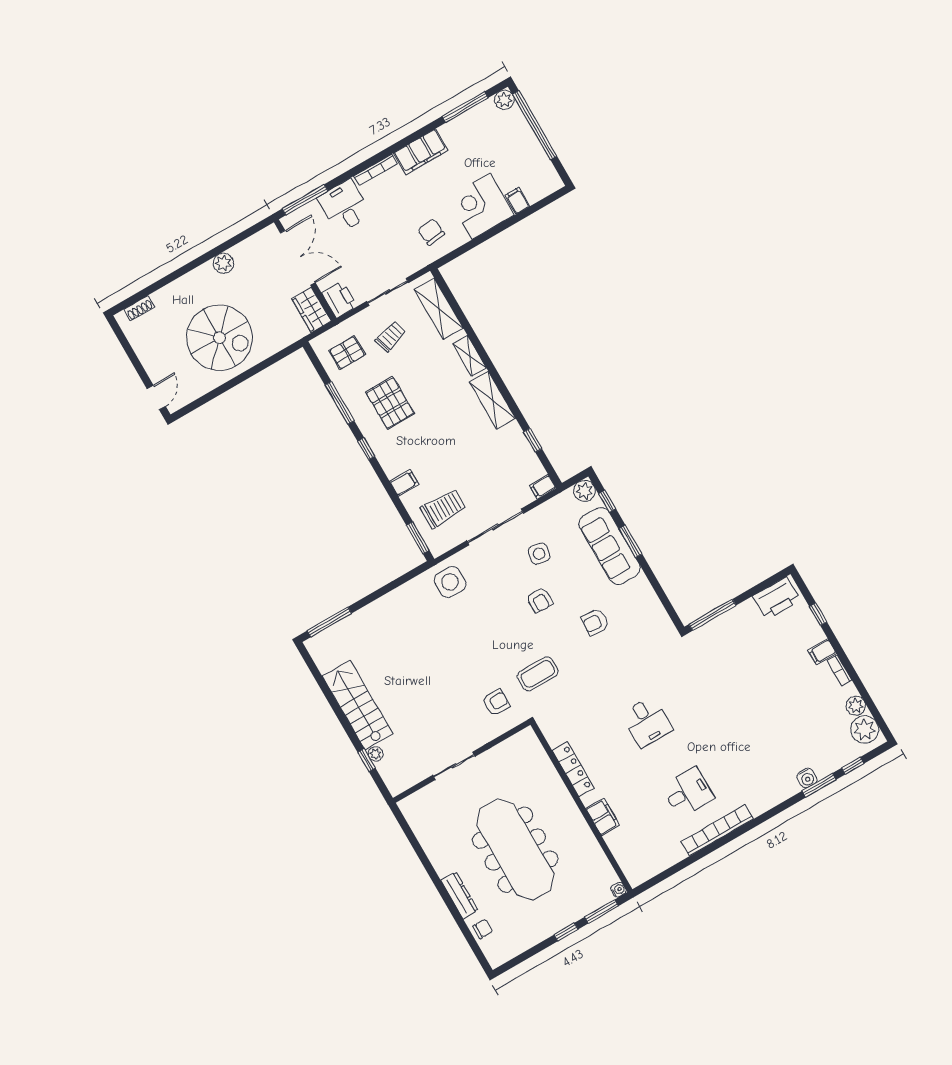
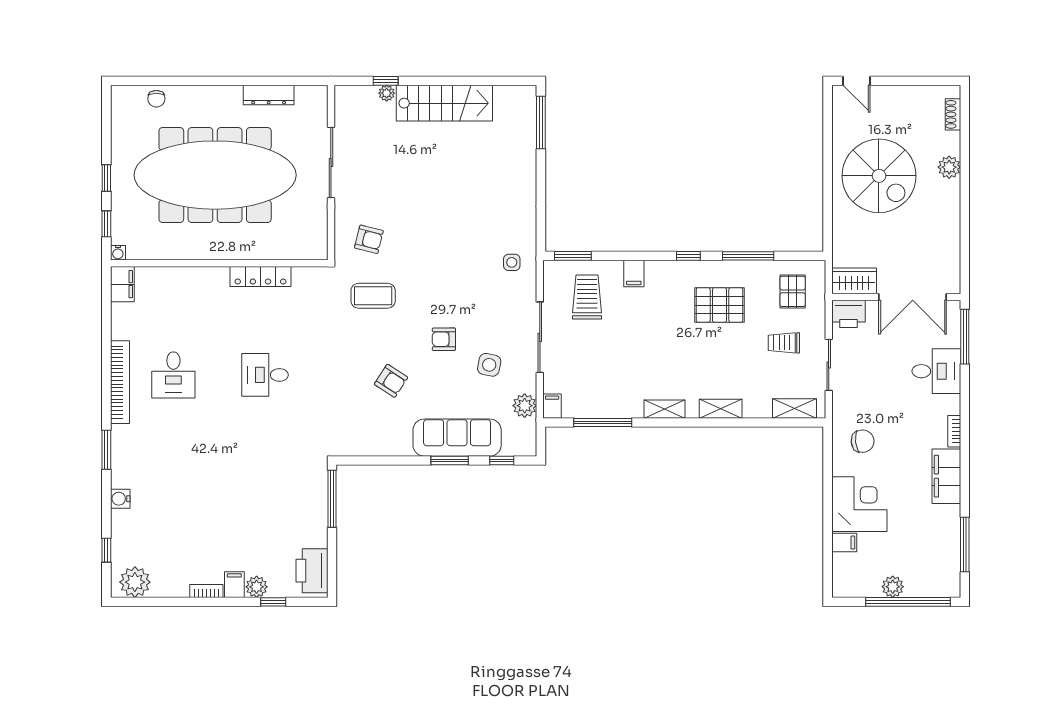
plant: (504, 100) -> (893, 587), moved
bookcase: (376, 170) -> (954, 431), width x0.64
plant: (223, 263) -> (949, 167), moved
shelving: (439, 309) -> (795, 409), width x0.67, depth x0.75
trolley: (391, 336) -> (784, 343), turned 107
spiral stairs: (219, 338) -> (879, 176), turned -90
shelving: (493, 400) -> (664, 409), width x0.67, depth x0.75
window: (533, 440) -> (603, 423), width x2.17
plant: (584, 491) -> (525, 406), moved
trolley: (443, 508) -> (587, 297), turned 180
side table: (450, 582) -> (512, 262), width x0.54, depth x0.54
armchair: (595, 622) -> (391, 381), turned 119
coffee table: (538, 674) -> (373, 296), turned 90
armchair: (496, 702) -> (369, 239), turned -76
plant: (856, 706) -> (257, 587), moved
sliding door: (454, 766) -> (331, 163), width x1.37
window: (819, 785) -> (106, 450), moved
filing cabinet: (603, 817) -> (122, 284), moved, turned -90
meeting table: (515, 850) -> (215, 175), width x1.36, depth x1.27
dresser: (459, 895) -> (269, 95), moved
window: (601, 911) -> (106, 224), width x0.67

